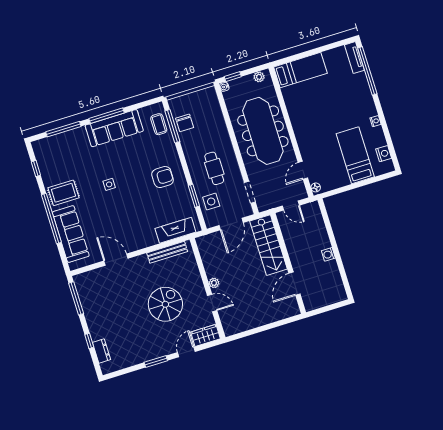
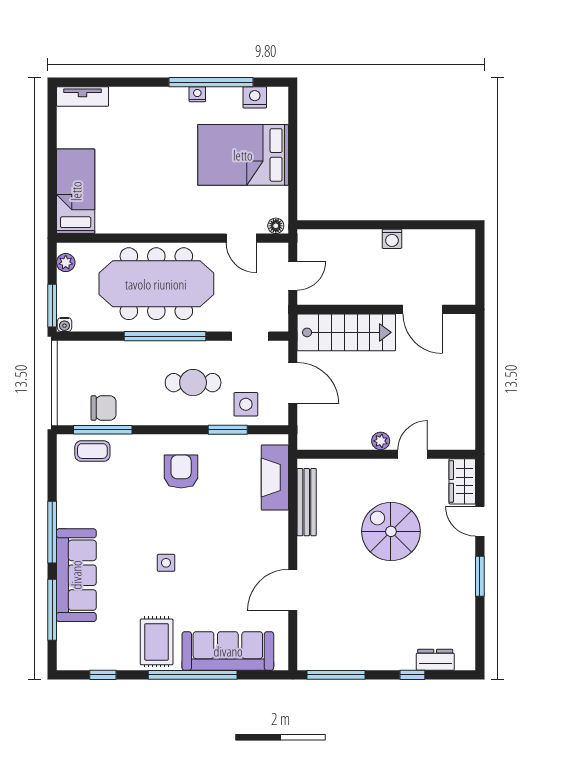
window: (367, 71) -> (211, 82), moved
window: (233, 77) -> (52, 306), width x1.50
sofa: (114, 128) -> (76, 575), moved
window: (235, 145) -> (165, 336), added
bed: (355, 155) -> (243, 155), width x1.50

